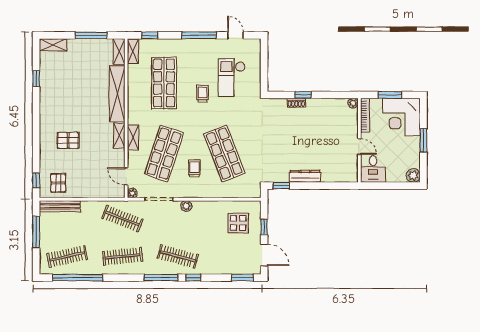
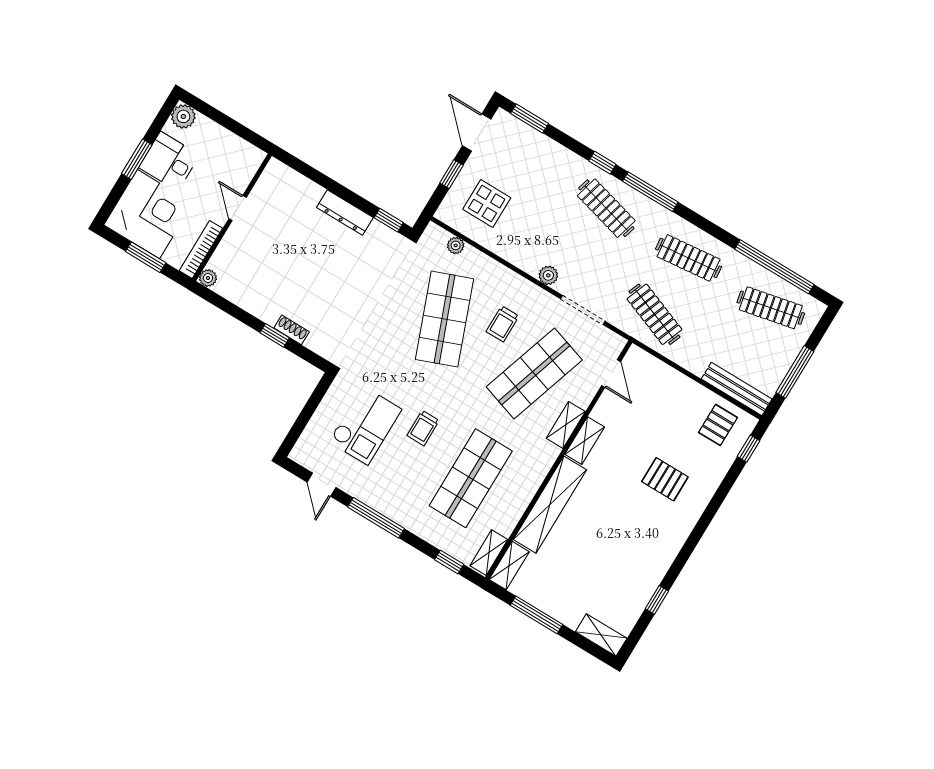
desk: (373, 169) -> (169, 161), moved, turned -90
plant: (132, 193) -> (456, 245), moved

